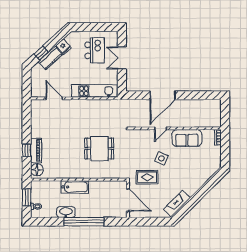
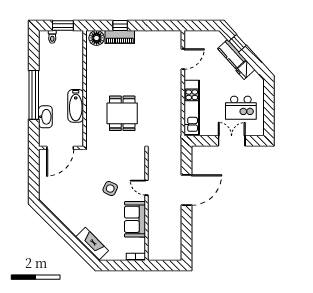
door: (163, 95) -> (186, 190), swing flipped
rug: (147, 177) -> (88, 171), removed
bathtub: (75, 187) -> (76, 106), moved
fireplace: (177, 204) -> (92, 244), moved
washbasin: (66, 212) -> (45, 117), moved

